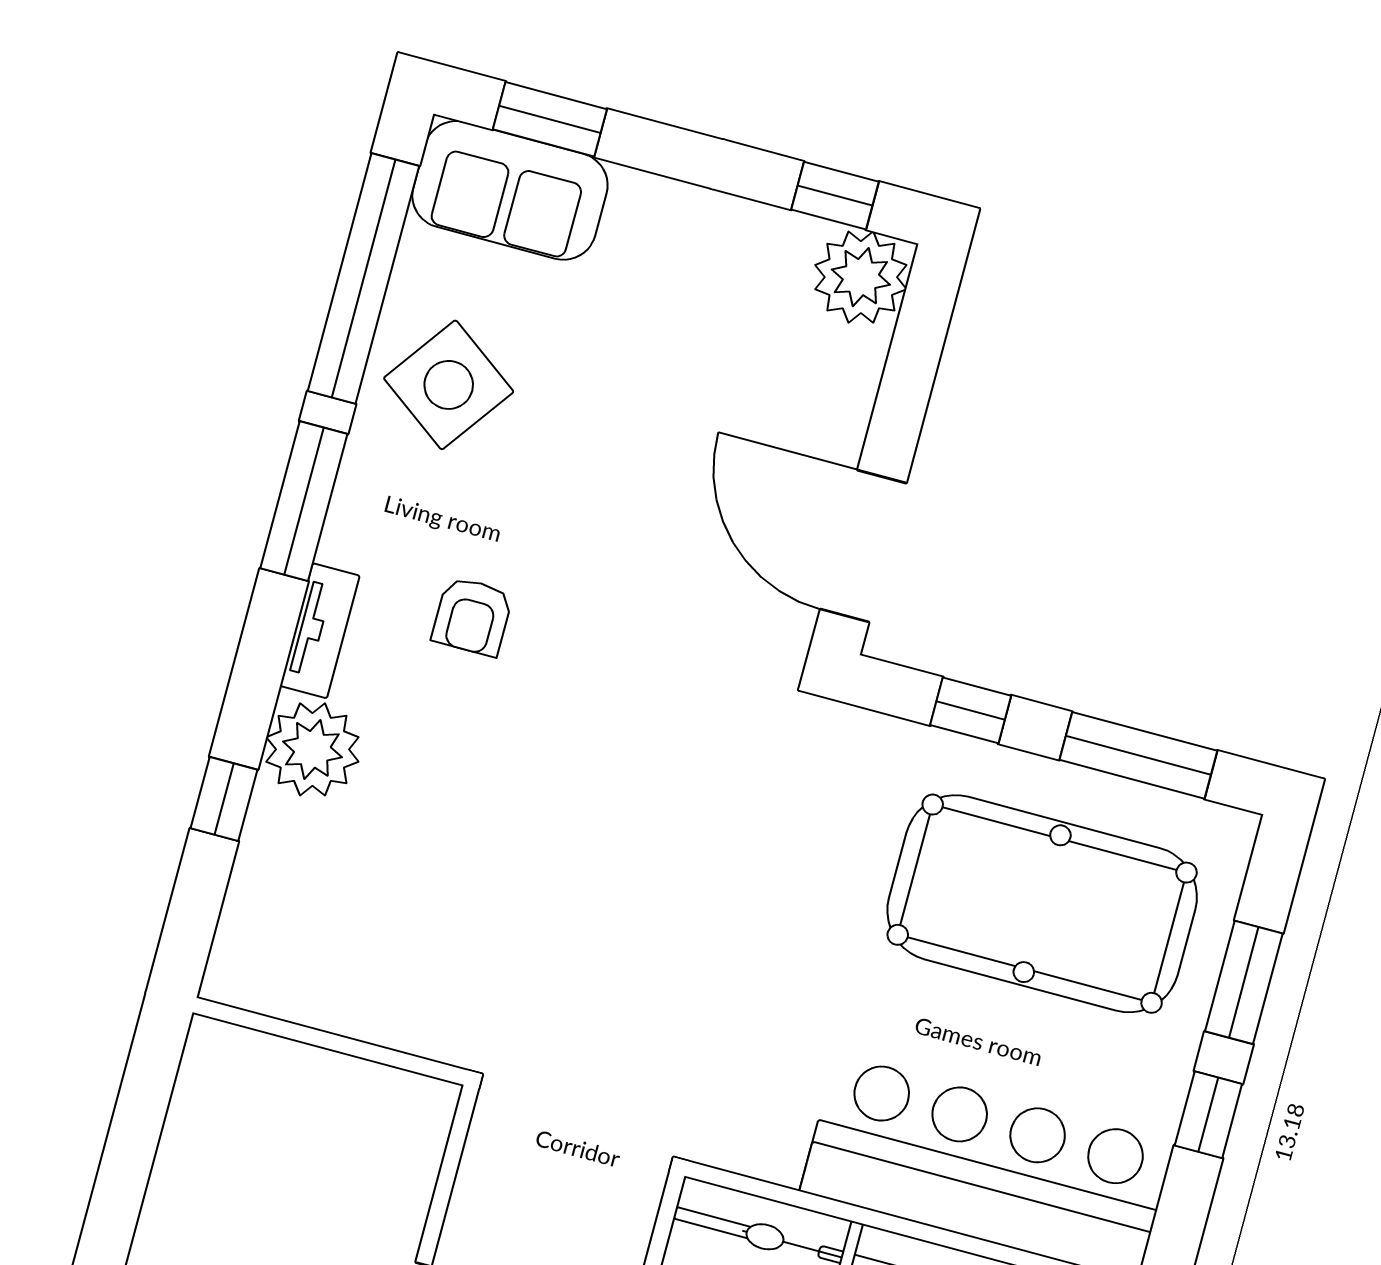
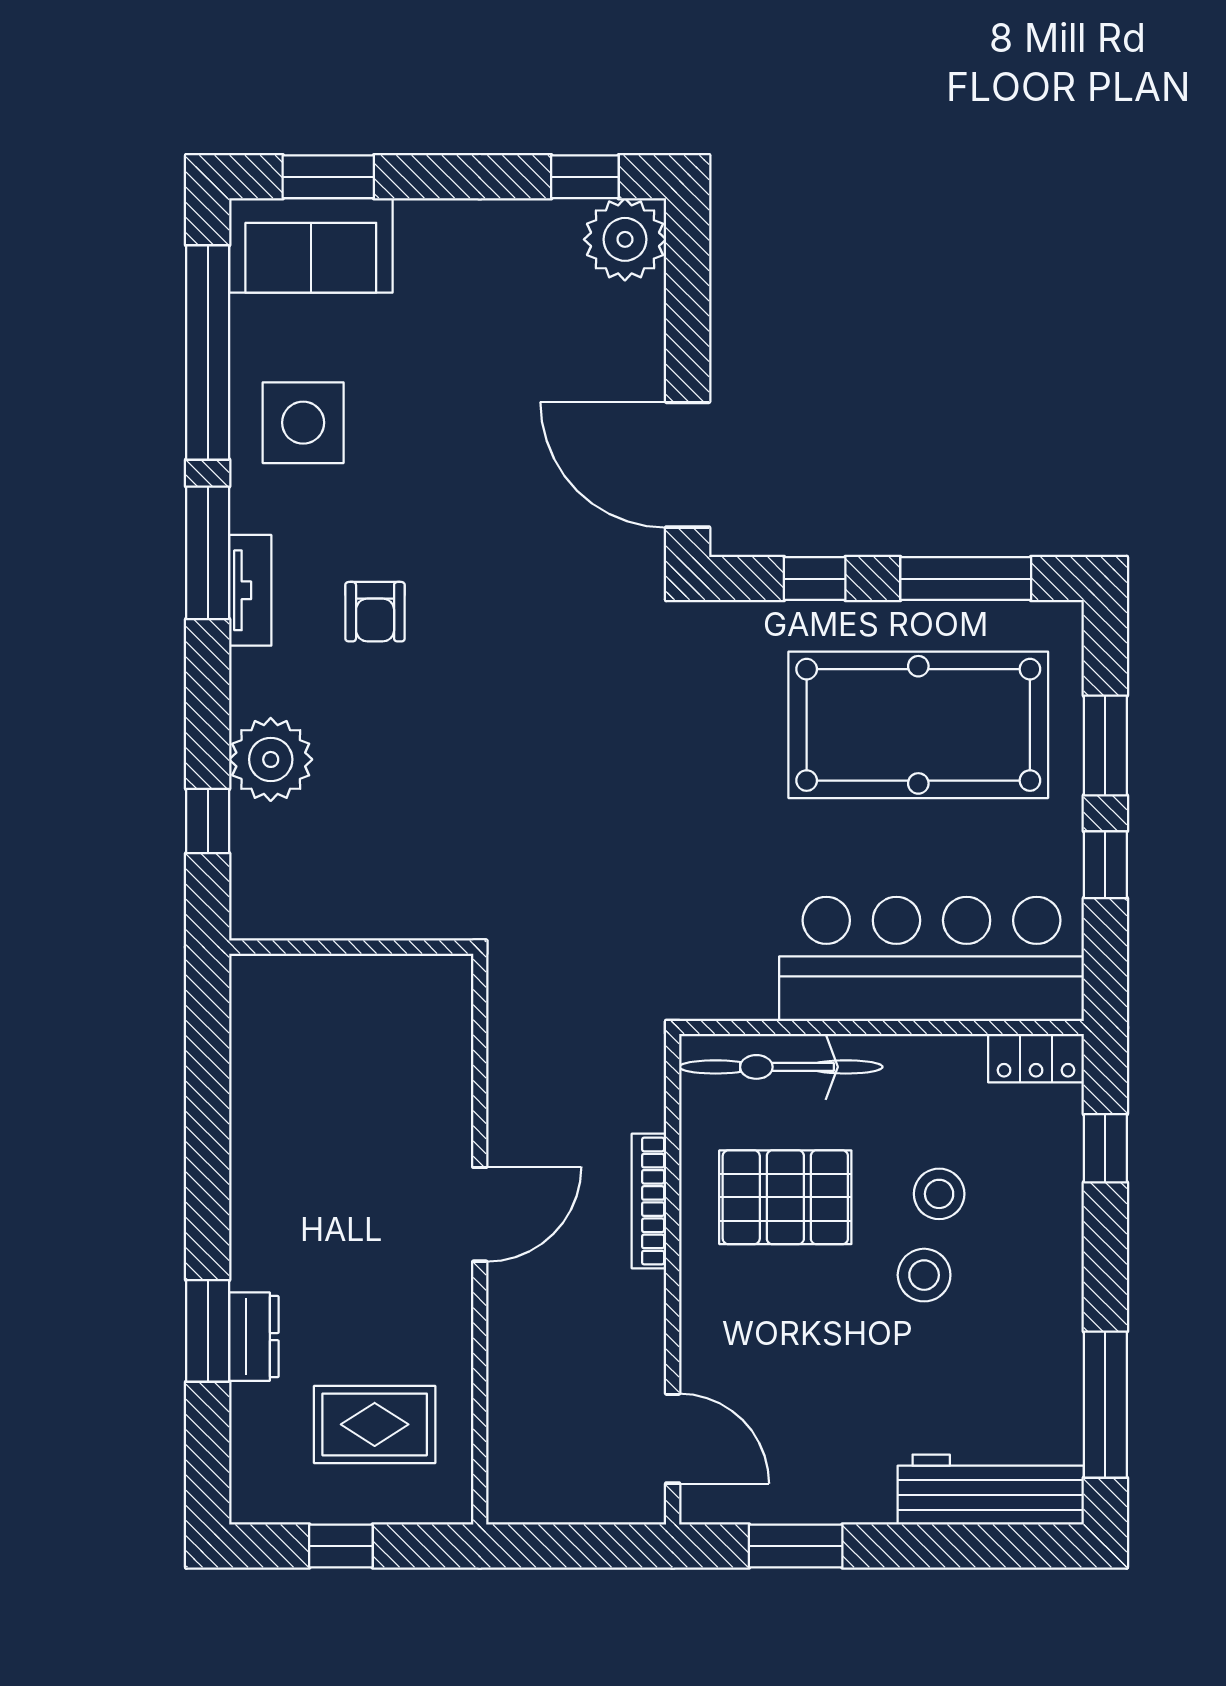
side table: (449, 385) -> (303, 423), turned -36
tv unit: (320, 631) -> (250, 590), moved
wall: (330, 1041) -> (351, 947), moved

